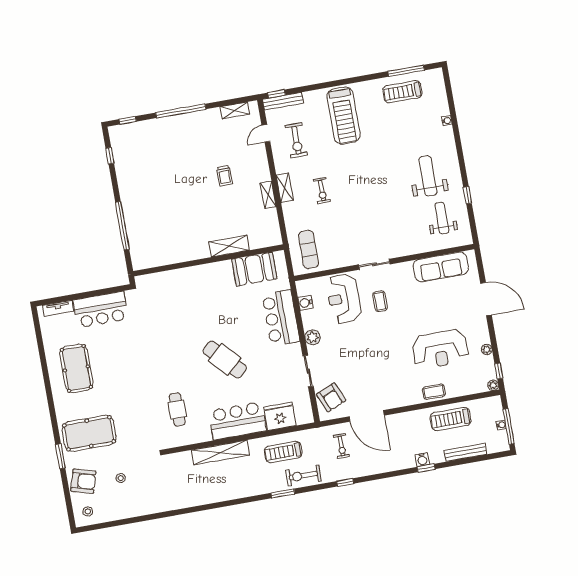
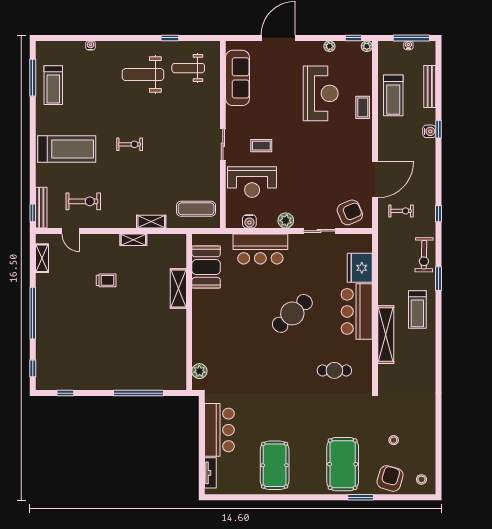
shelving: (285, 188) -> (151, 222), moved
exercise bike: (322, 191) -> (130, 144), moved
plant: (154, 280) -> (199, 371), added
pool table: (76, 368) -> (275, 465), turned 90
treadmill: (283, 452) -> (417, 310), moved

